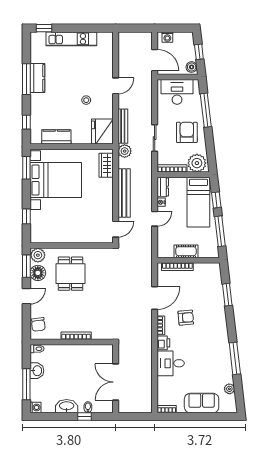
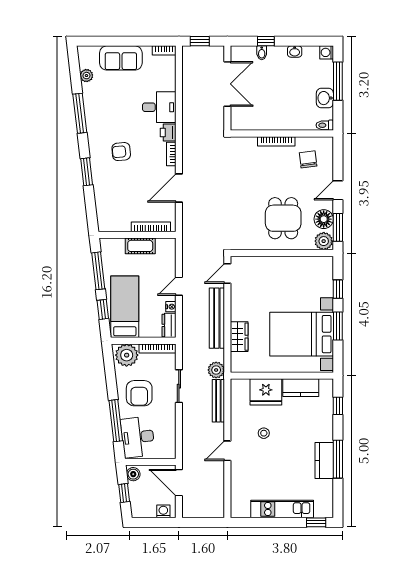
desk: (177, 92) -> (138, 437), moved, turned 83
fridge: (102, 131) -> (266, 392), moved, turned 90
wardrobe: (106, 165) -> (239, 337), moved
window: (26, 168) -> (338, 326), moved
window: (227, 295) -> (87, 172), moved
armchair: (186, 318) -> (121, 152), moved
chair: (38, 324) -> (308, 159), moved
washbasin: (67, 406) -> (295, 51), width x0.52, depth x0.69
window: (138, 417) -> (200, 41), added

